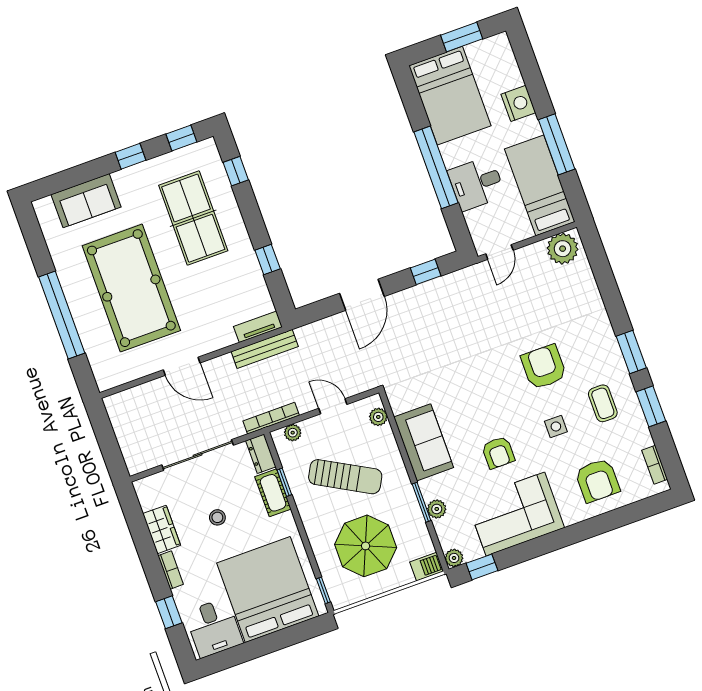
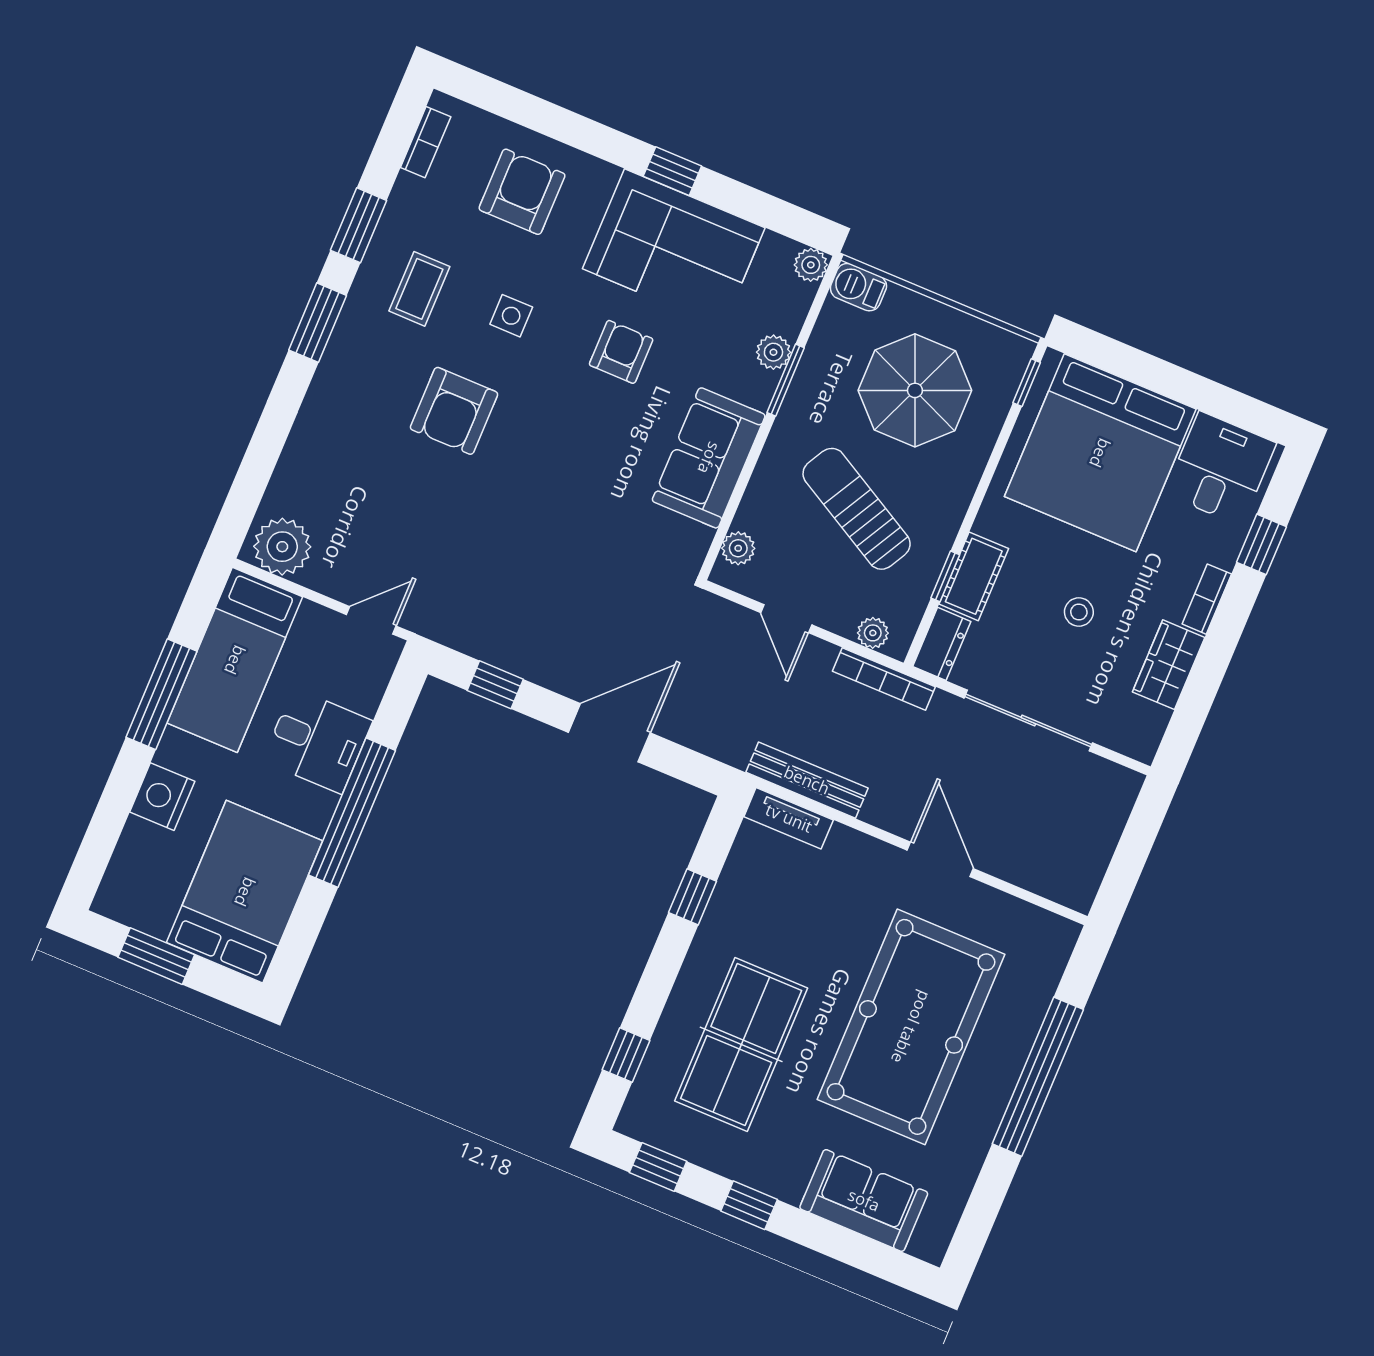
window: (482, 567) -> (672, 171), moved

